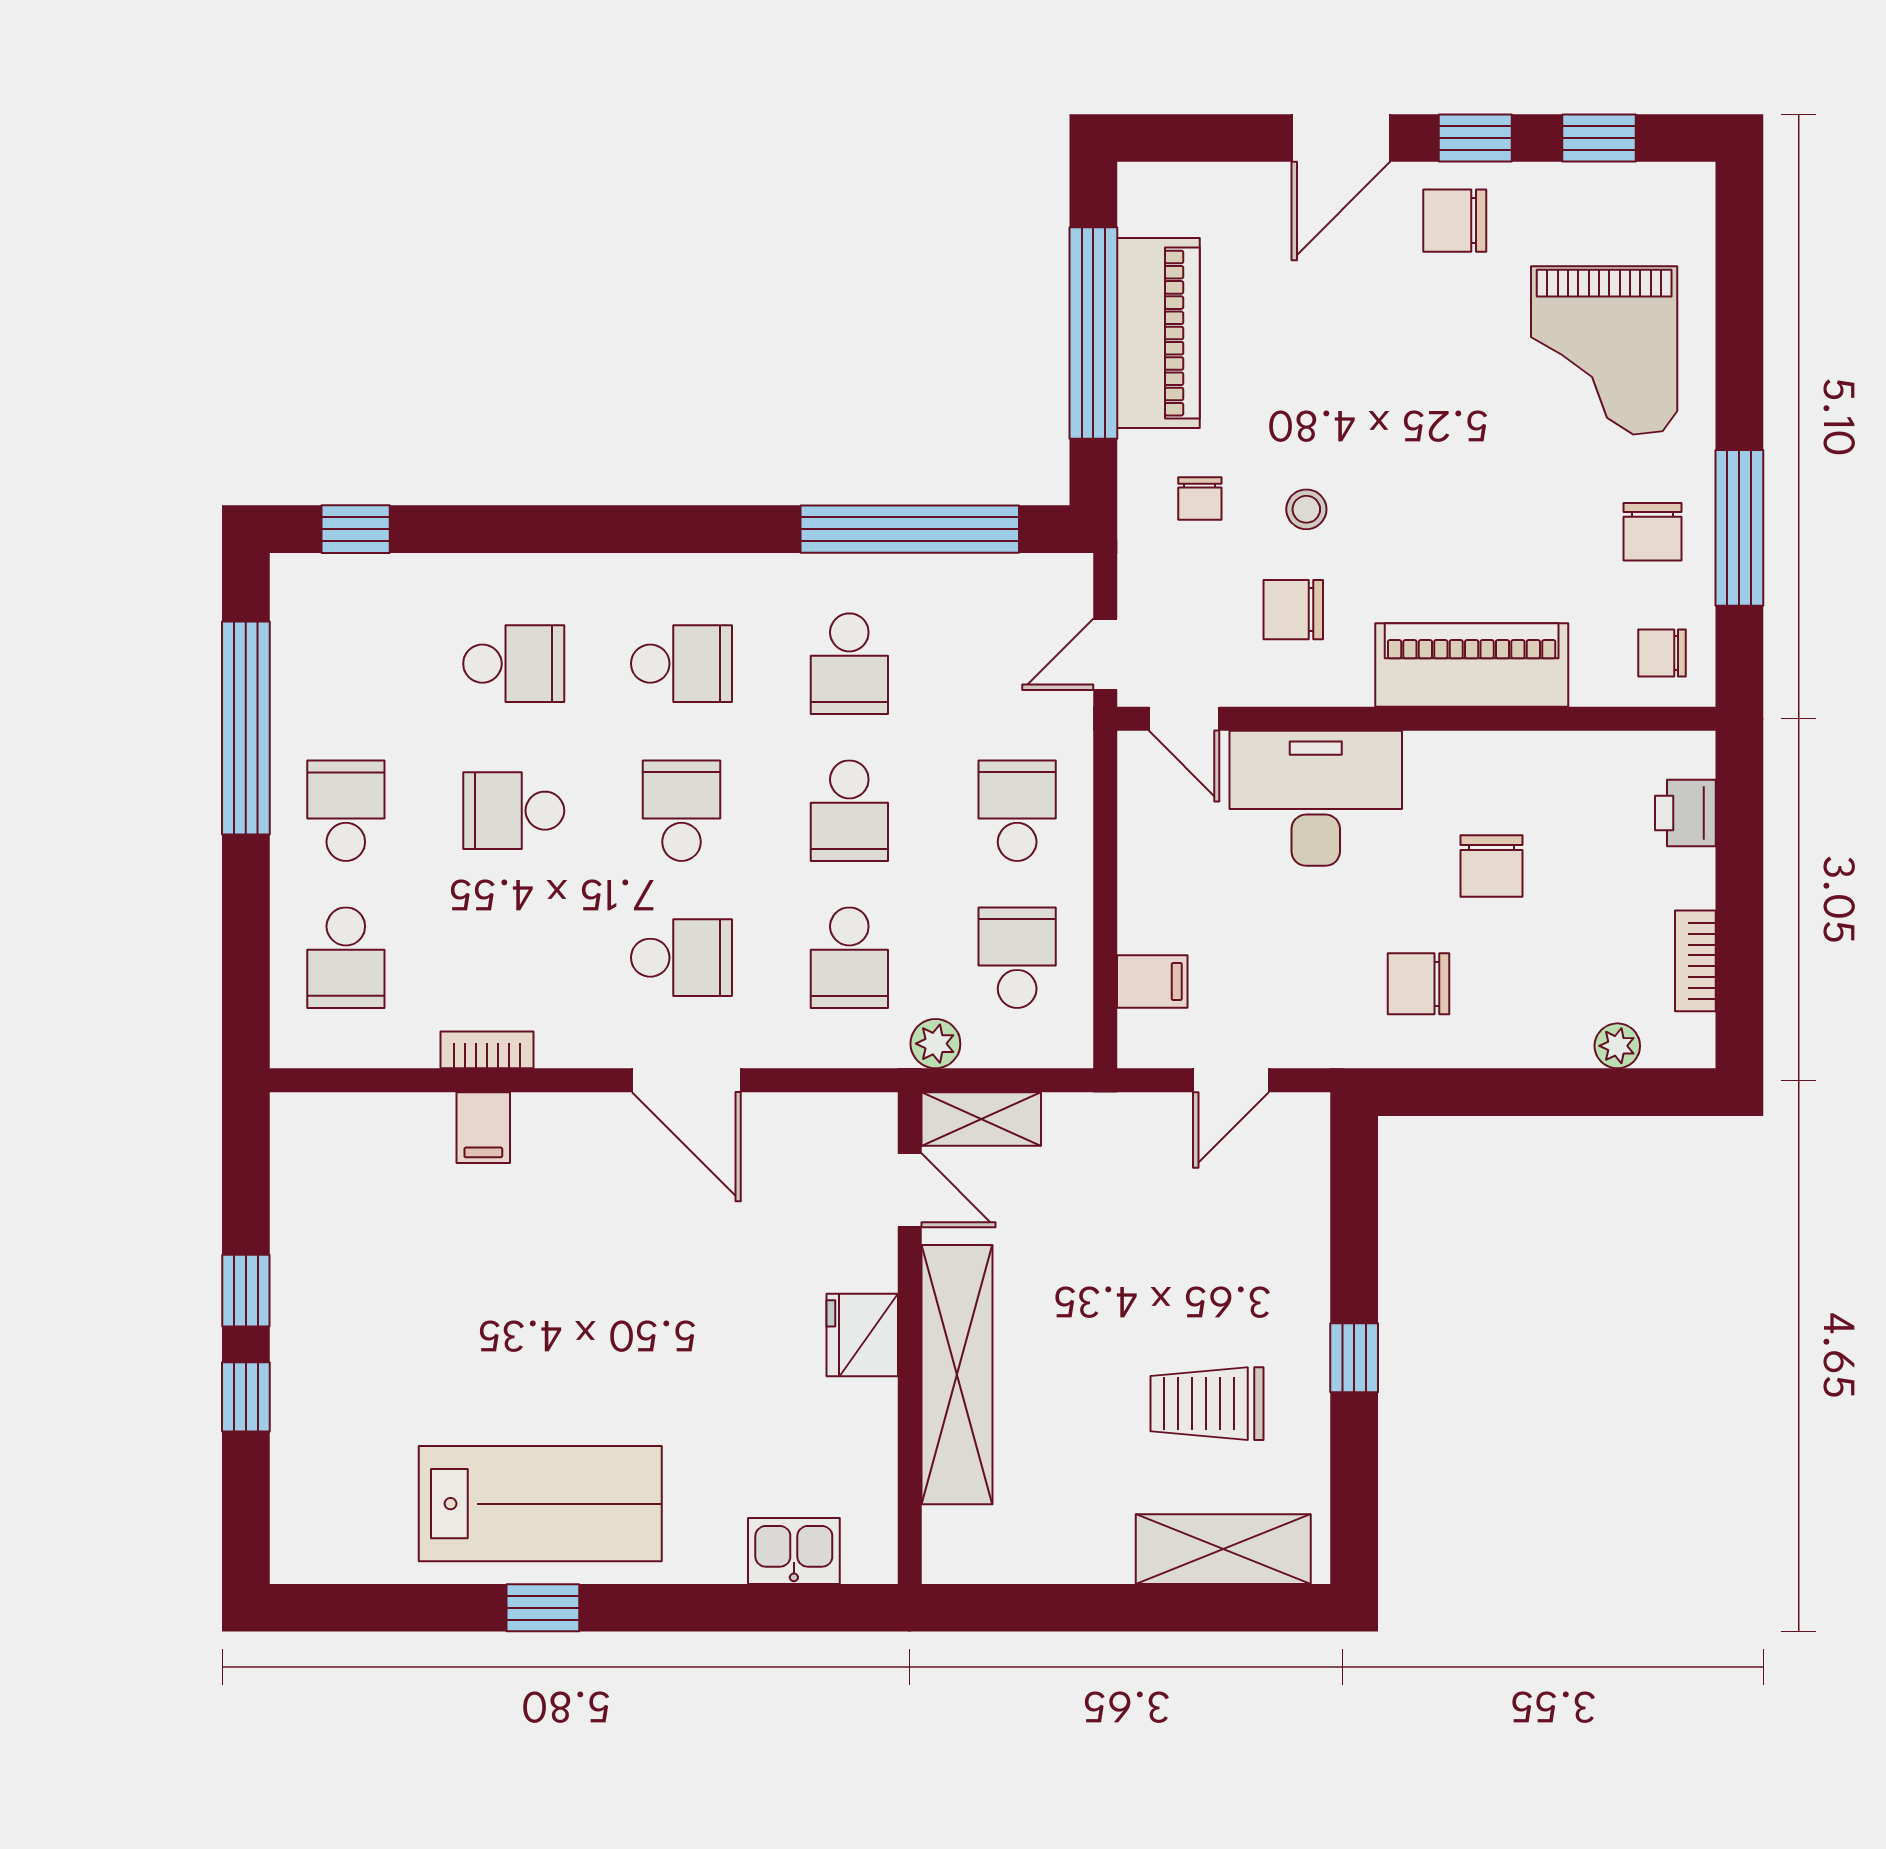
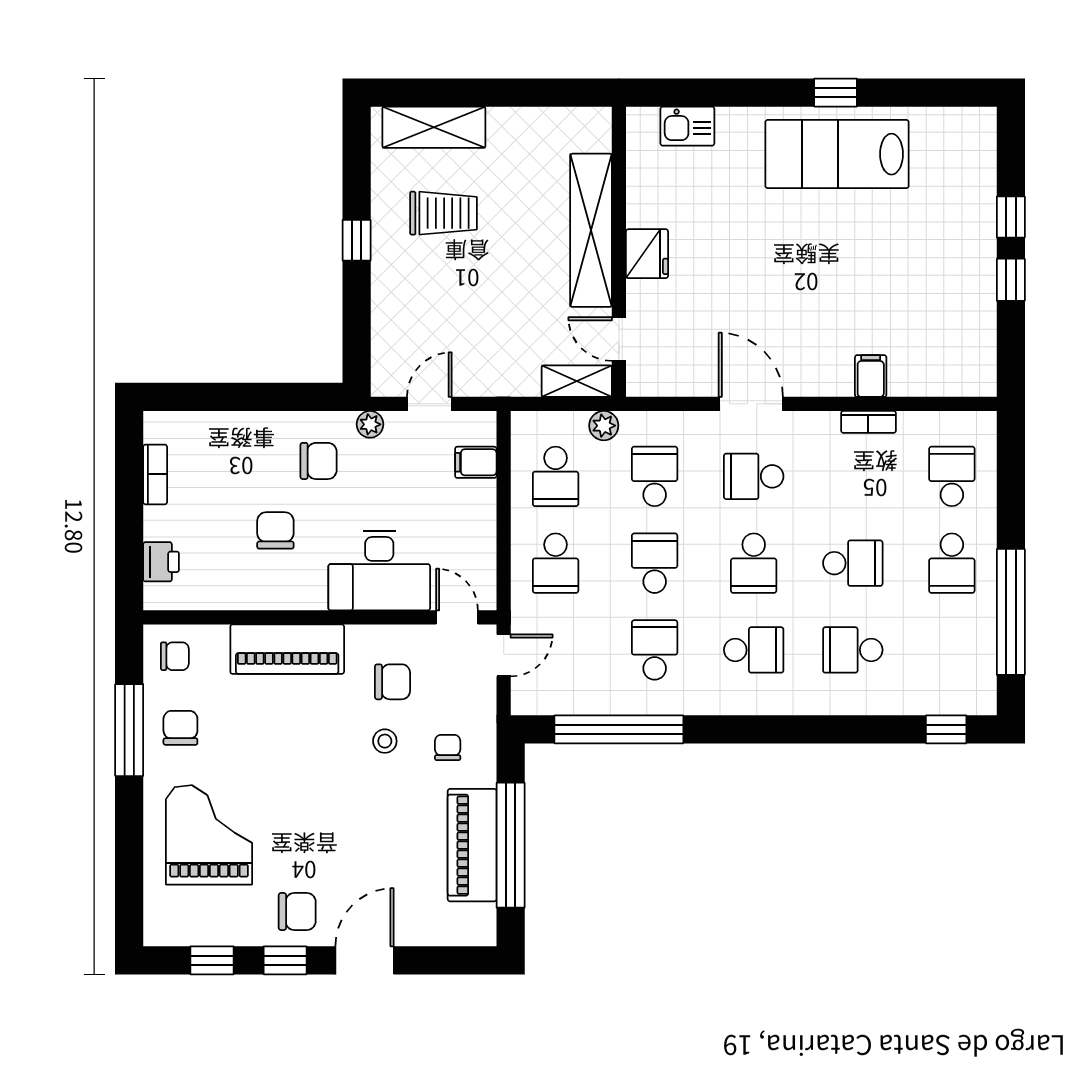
school desk: (681, 664) -> (754, 650), turned 180
plant: (1617, 1046) -> (370, 424), moved

